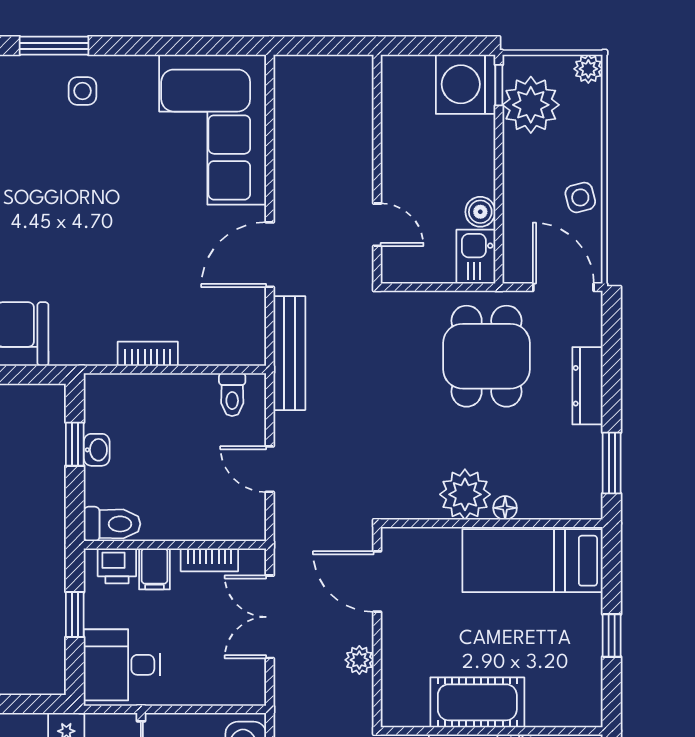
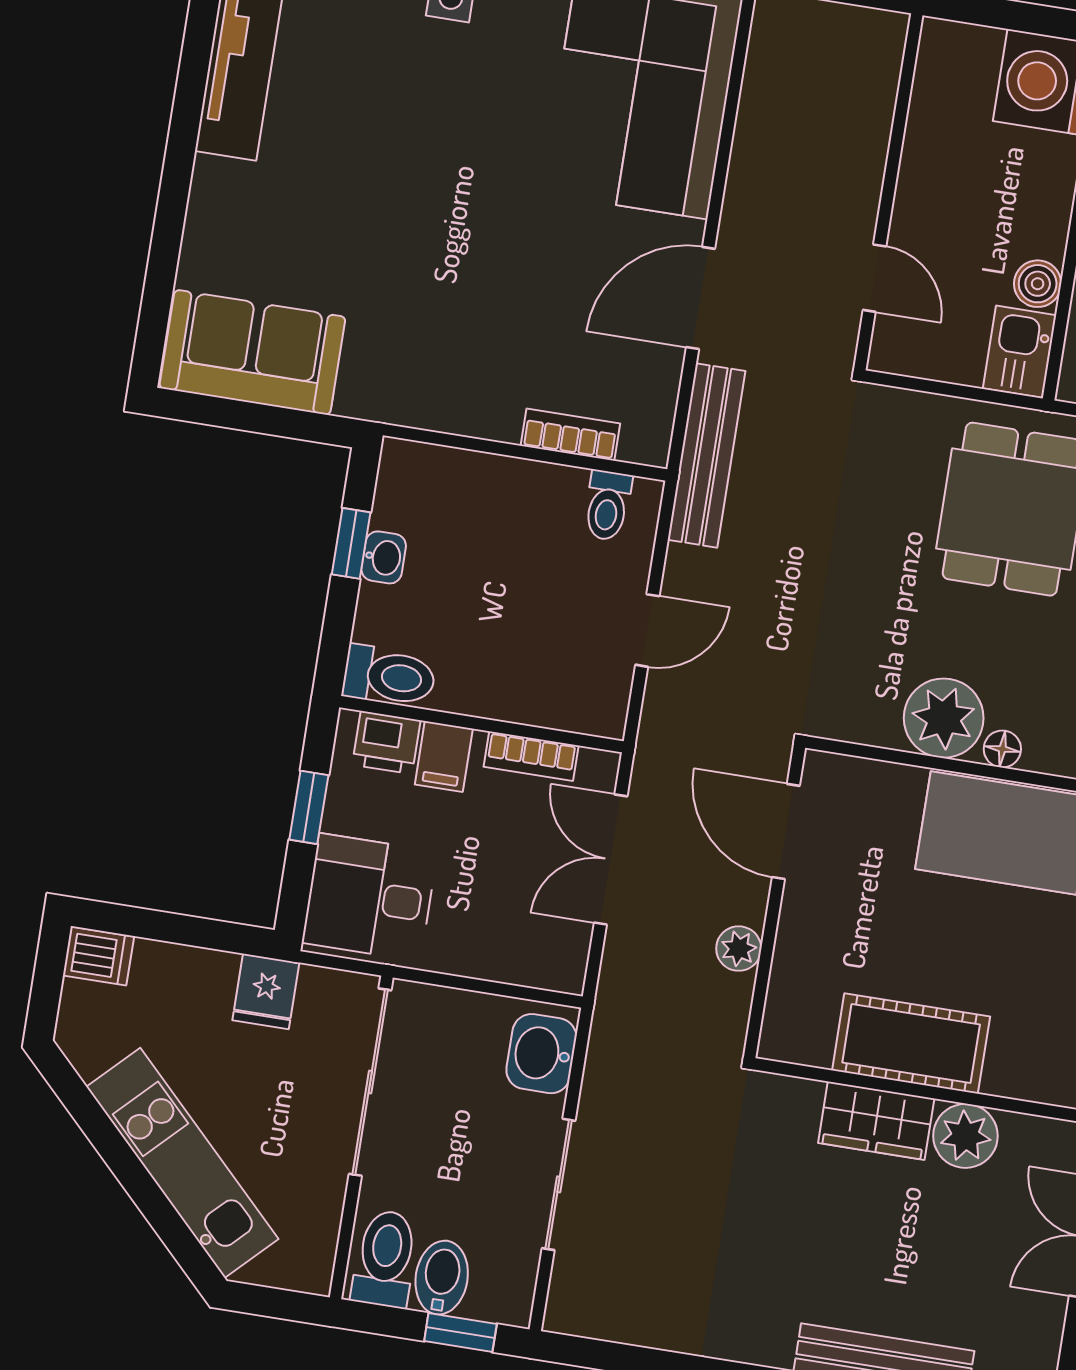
bookcase: (148, 354) -> (570, 435), moved
door: (270, 469) -> (647, 630), swing flipped

